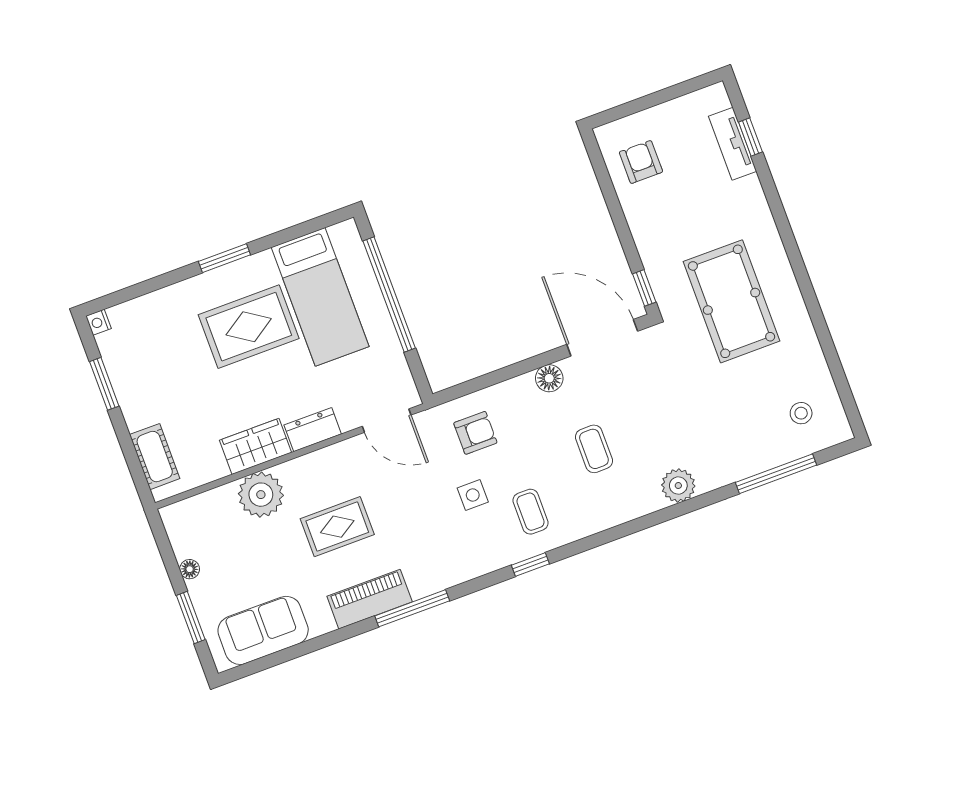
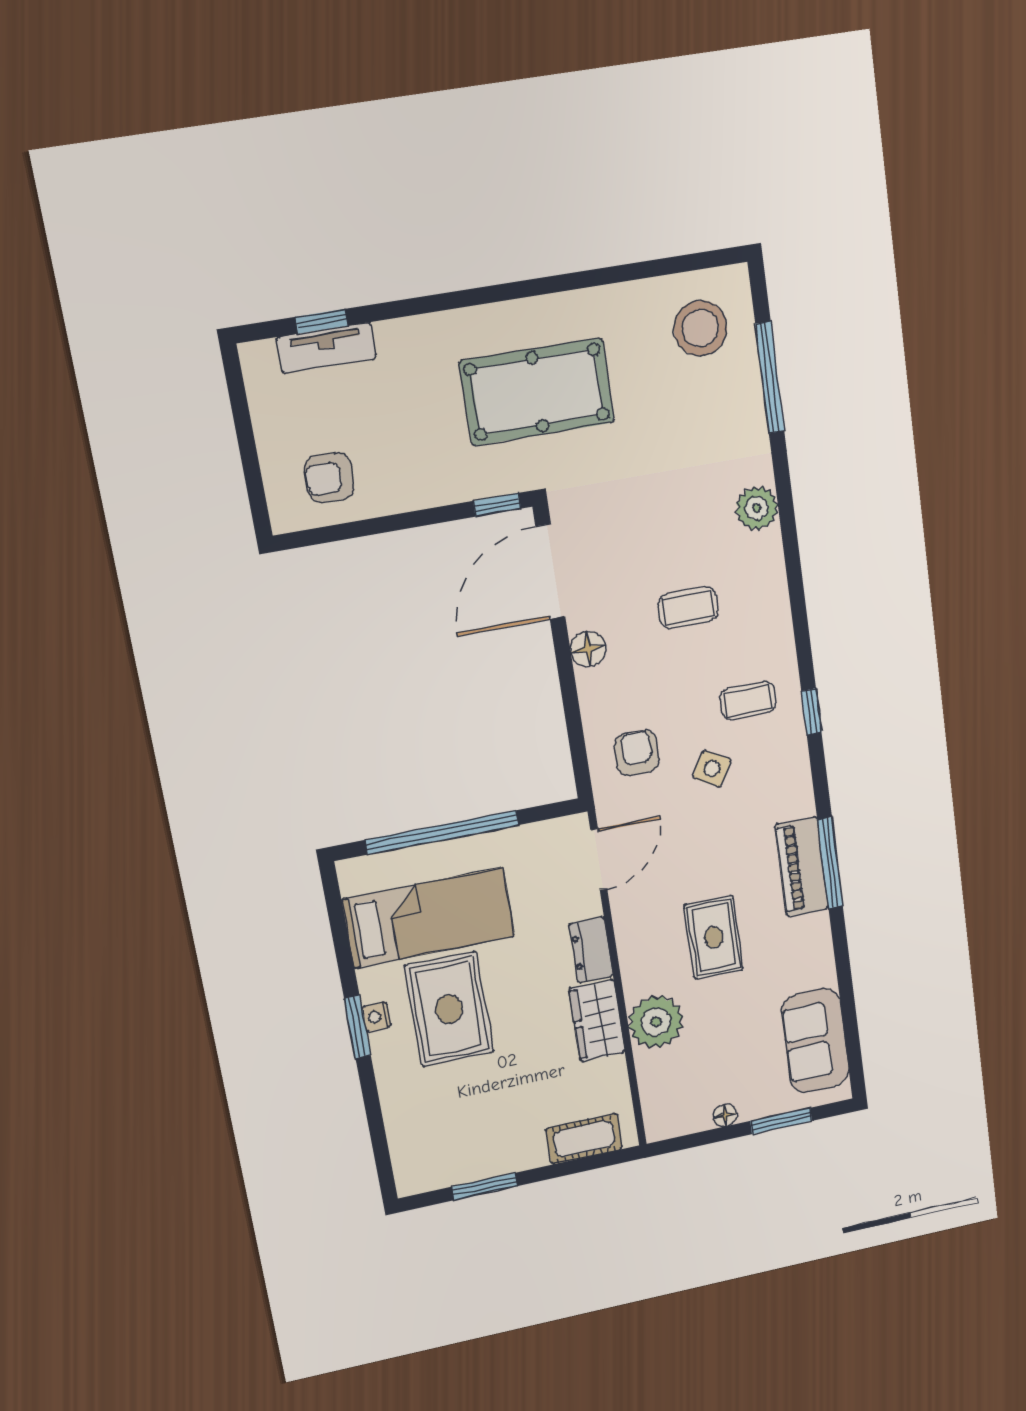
nightstand: (98, 322) -> (376, 1017), moved, turned 90
stool: (801, 413) -> (700, 328), width x1.89, depth x1.89
side table: (473, 495) -> (712, 769), turned 30
piano: (370, 599) -> (802, 867), moved

